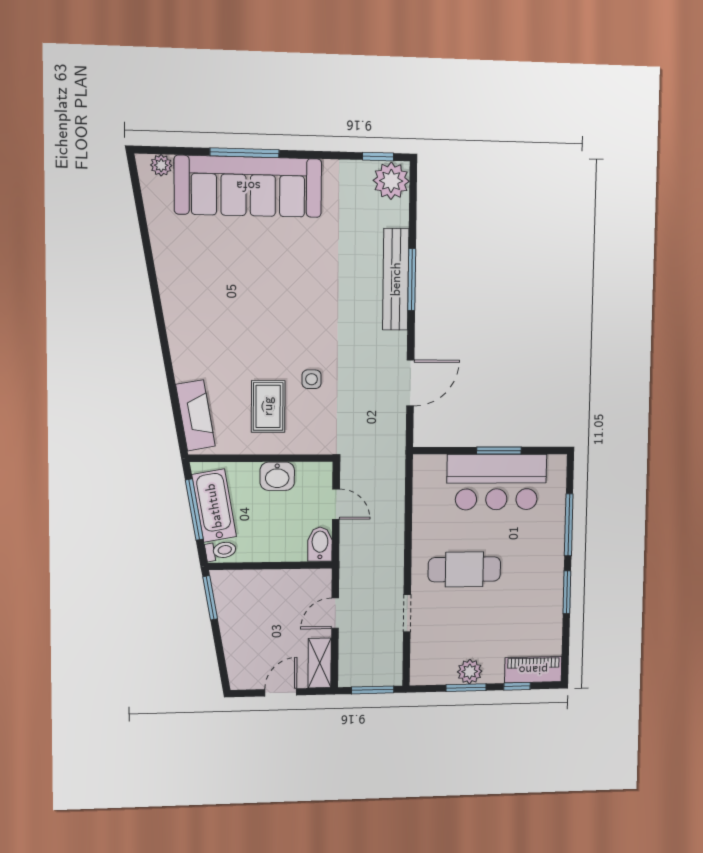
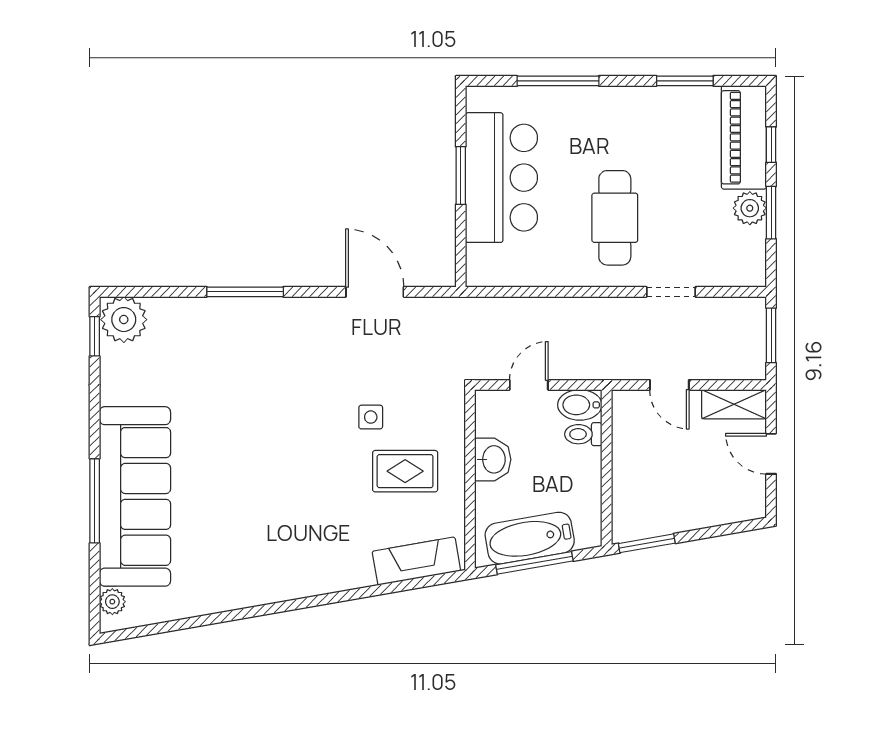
bench: (396, 279) -> (245, 312), removed
toilet: (221, 551) -> (583, 434), moved, turned -80
window: (567, 592) -> (685, 81), moved
piano: (533, 670) -> (744, 137), width x1.37, depth x1.33

